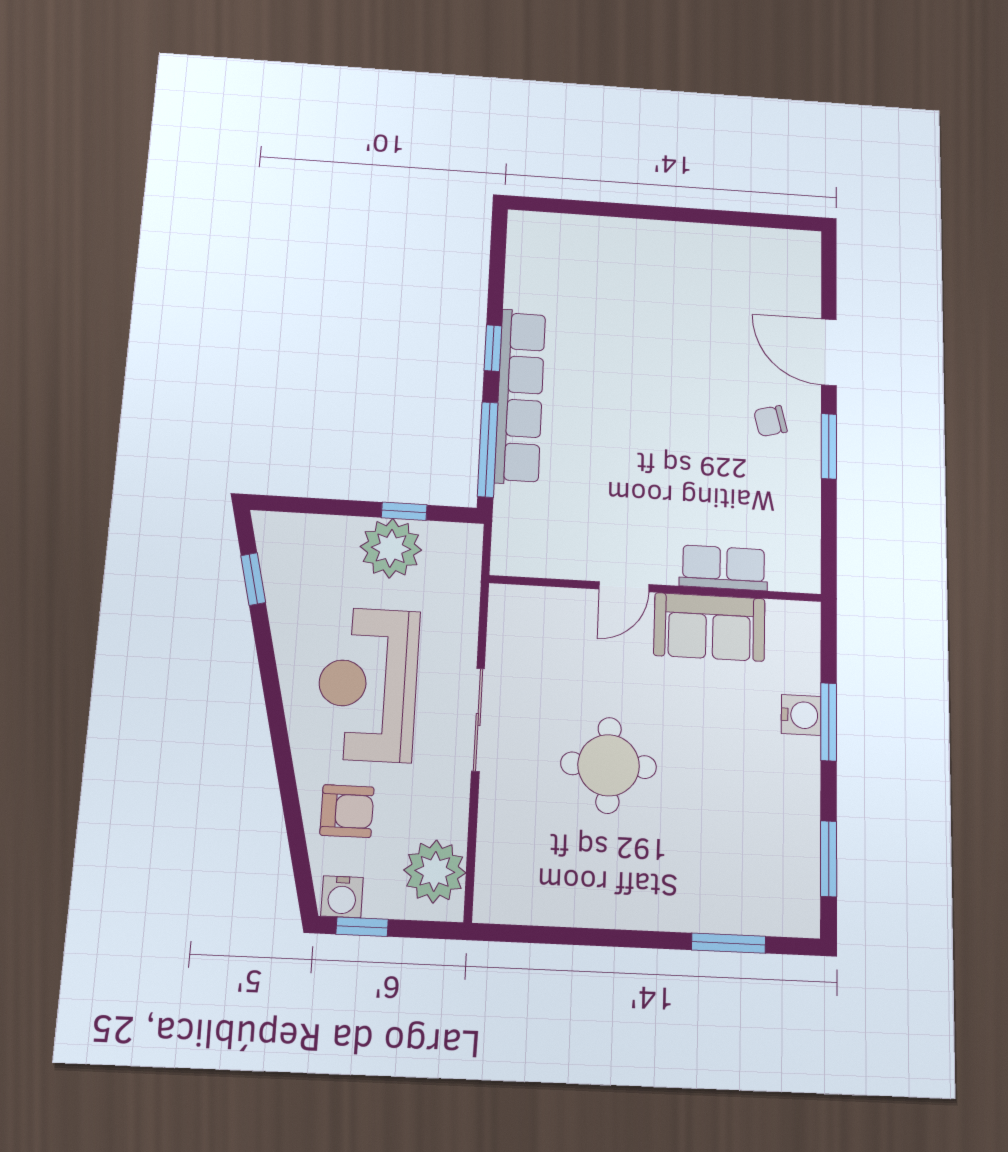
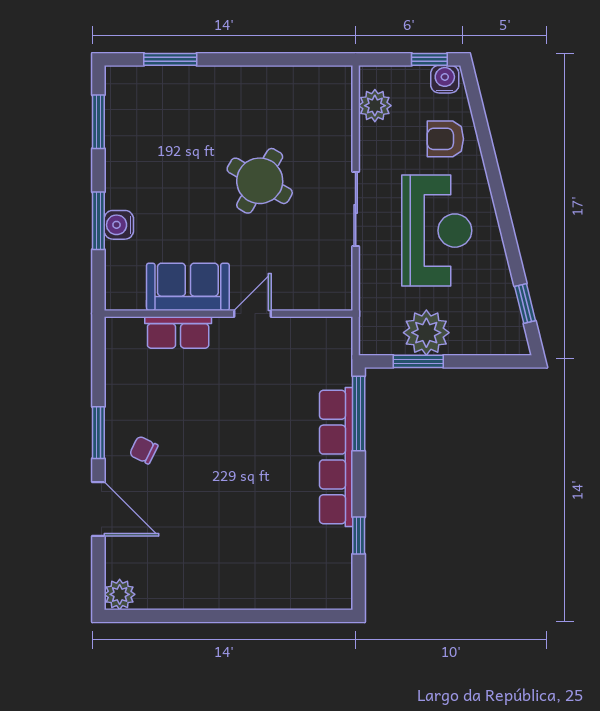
plant: (802, 248) -> (120, 594), added
window: (493, 348) -> (359, 536), moved
chair: (770, 421) -> (144, 450), turned -140
window: (404, 511) -> (418, 361), width x1.50
round table: (609, 765) -> (260, 181), turned 30
plant: (435, 871) -> (375, 106), width x0.73, depth x0.73

